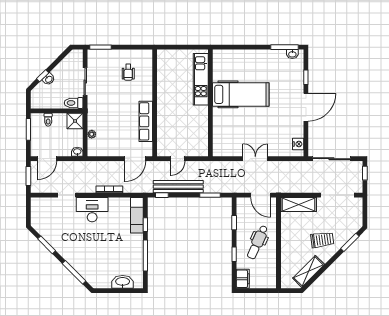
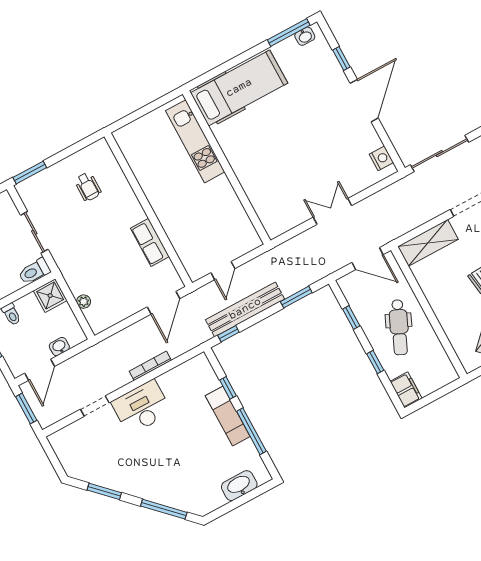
hospital bed: (241, 94) -> (239, 88), moved
row of seats: (146, 121) -> (150, 242), width x0.68
washbasin: (77, 152) -> (59, 347), moved
exam couch: (137, 215) -> (228, 416), moved

